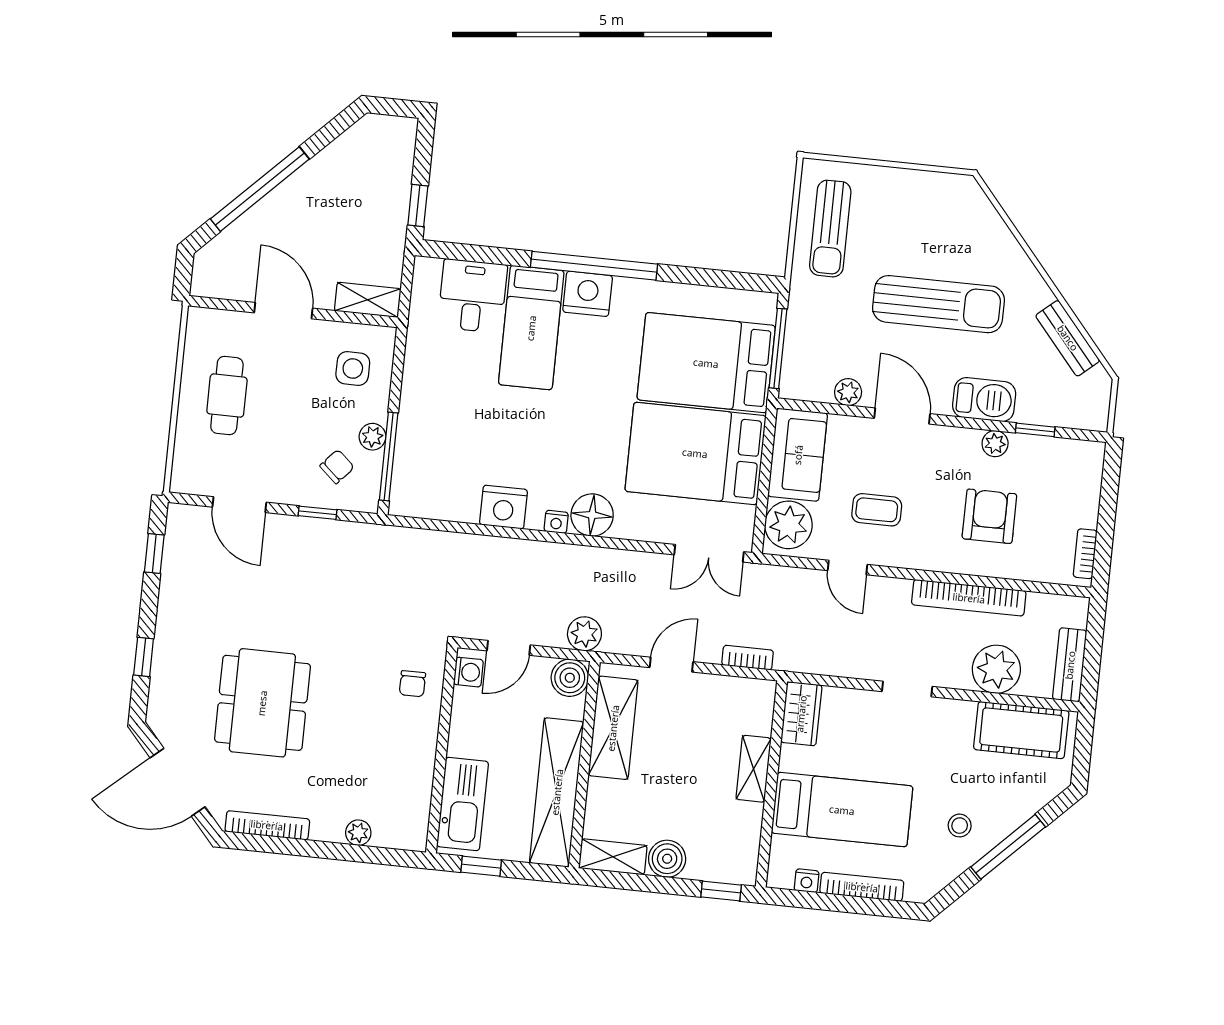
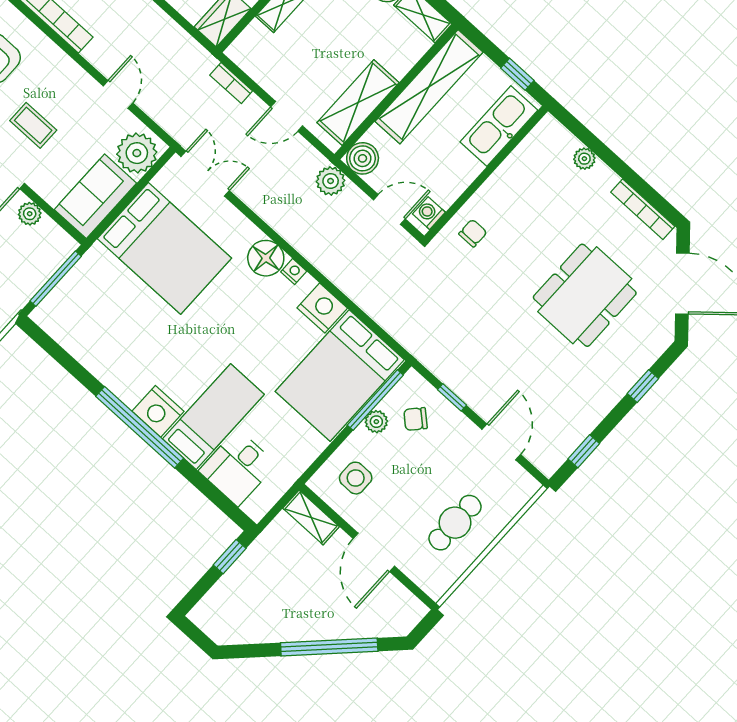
bed: (706, 363) -> (340, 375), moved, turned 90
coffee table: (877, 510) -> (33, 125), moved

